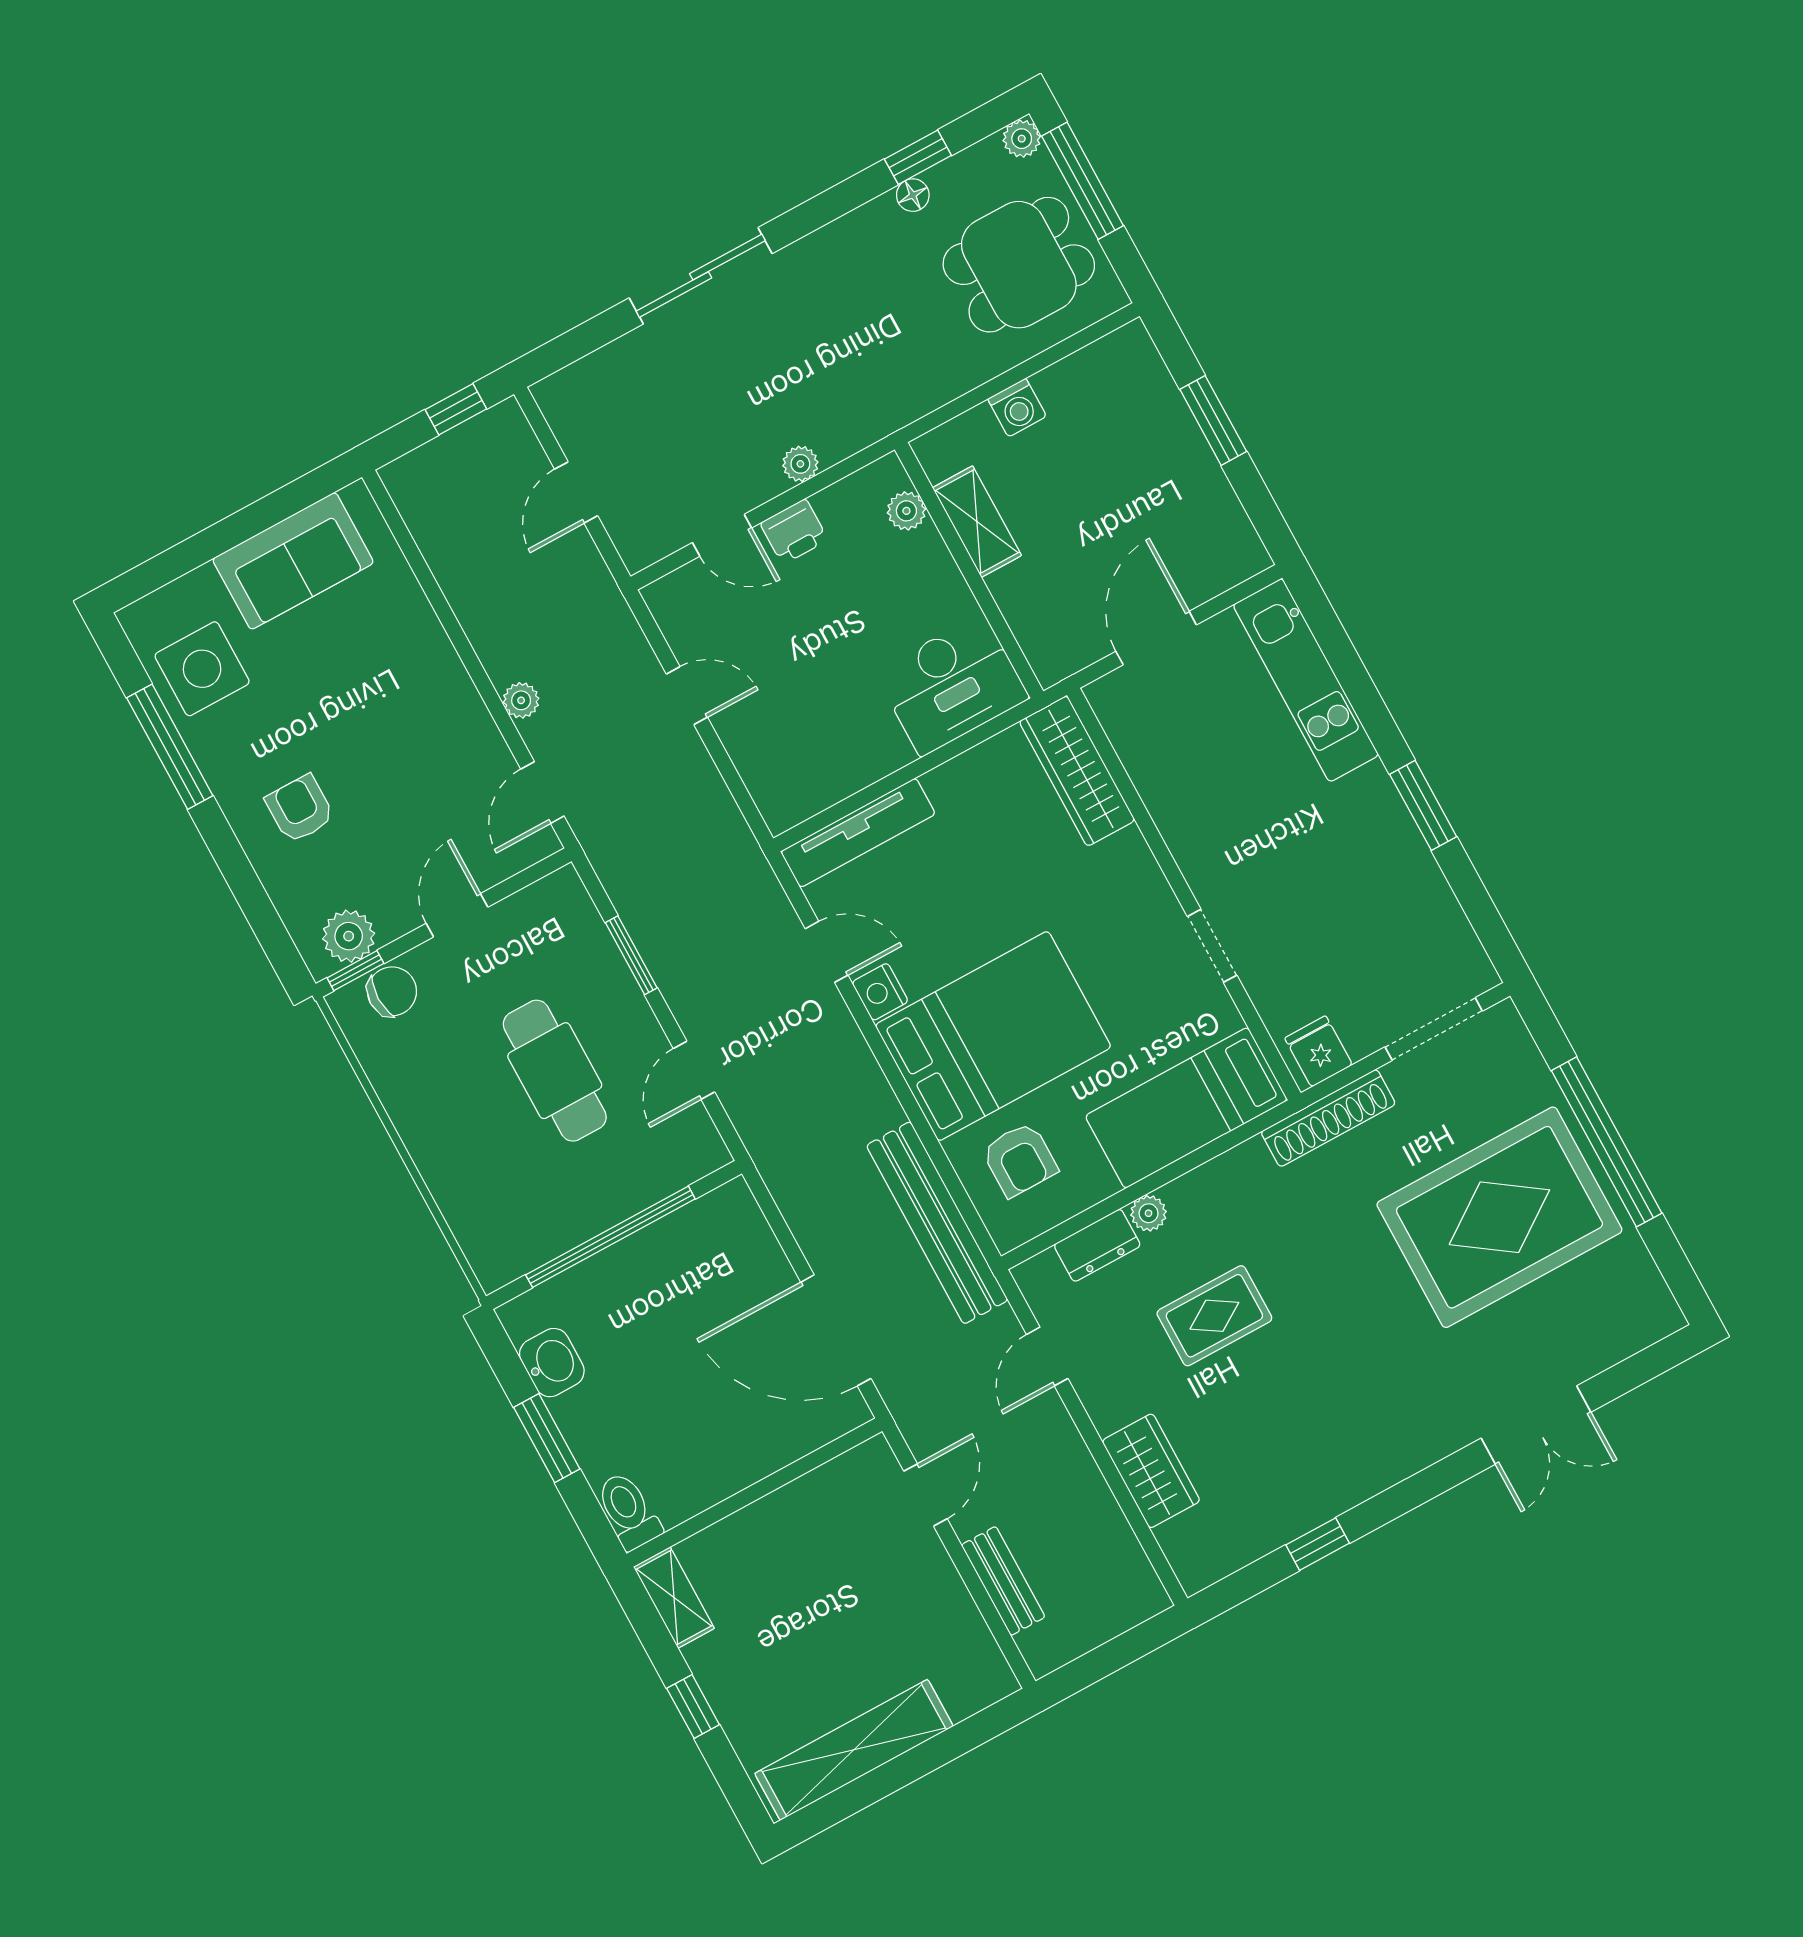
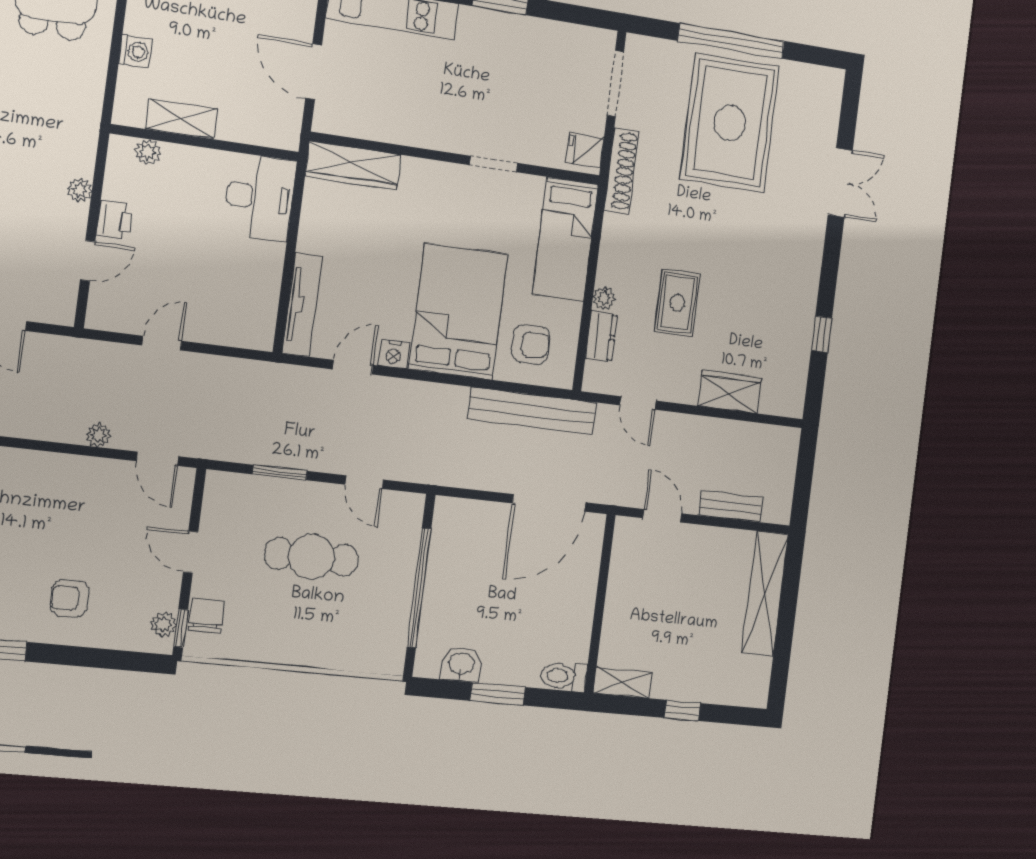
plant: (349, 936) -> (163, 624), width x0.73, depth x0.73
shelving: (854, 1750) -> (765, 593), moved

